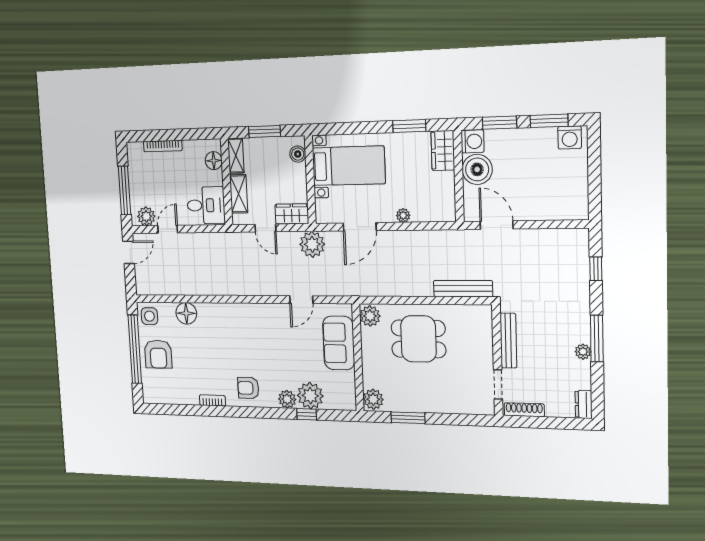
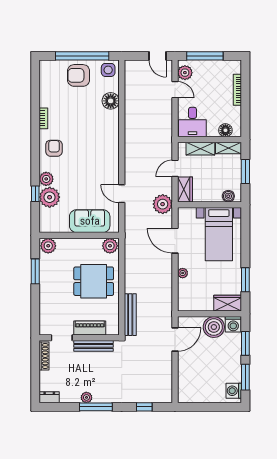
dining table: (418, 339) -> (94, 281), turned 90
piano: (483, 345) -> (90, 328), added

